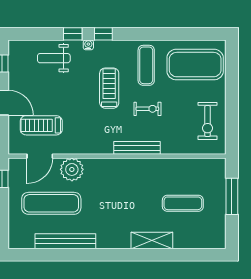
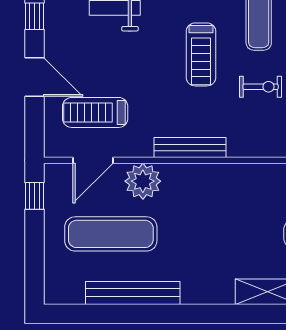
treadmill: (109, 88) -> (201, 54), turned 180
bench: (137, 148) -> (190, 148), moved

